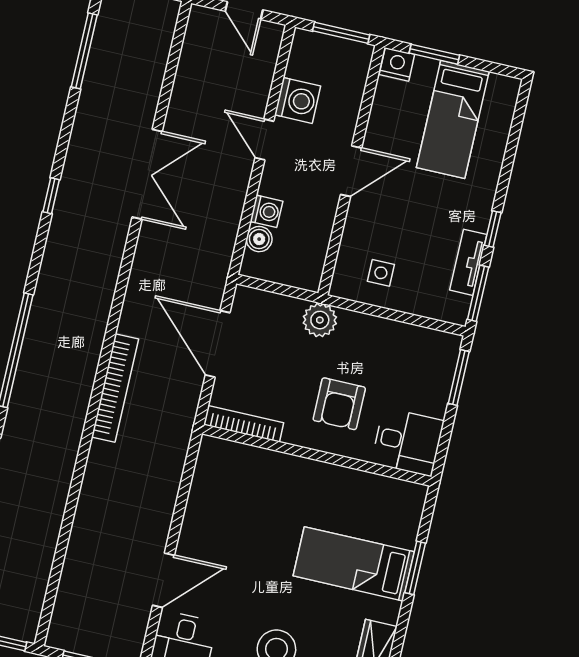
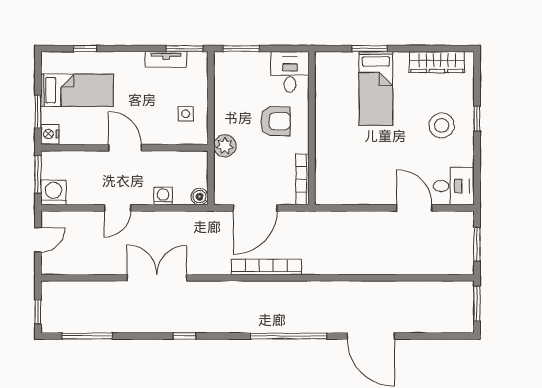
washing machine: (298, 100) -> (53, 192), moved
window: (493, 229) -> (85, 49), moved
boiler: (259, 239) -> (200, 197), moved
bookcase: (115, 388) -> (266, 267), moved

